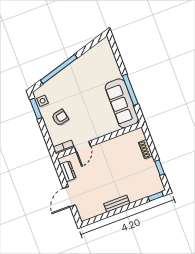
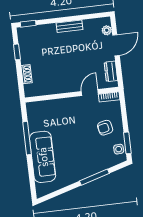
window: (59, 69) -> (94, 177), width x0.68
sofa: (122, 103) -> (43, 157), moved
plant: (81, 208) -> (107, 30), added

